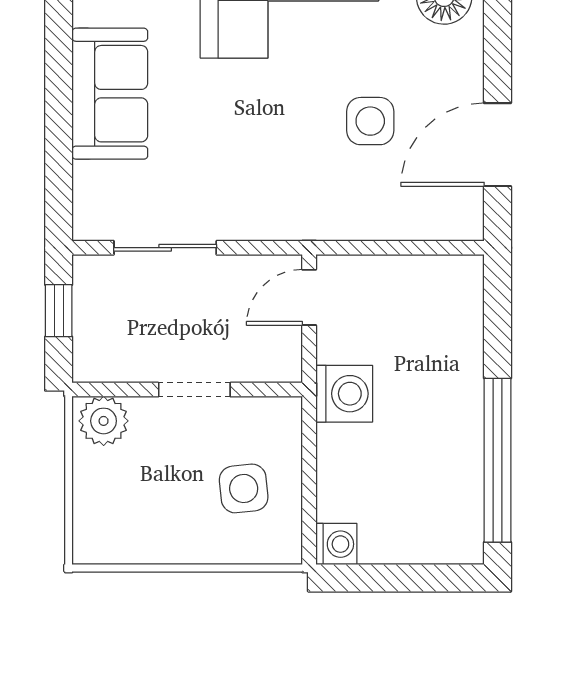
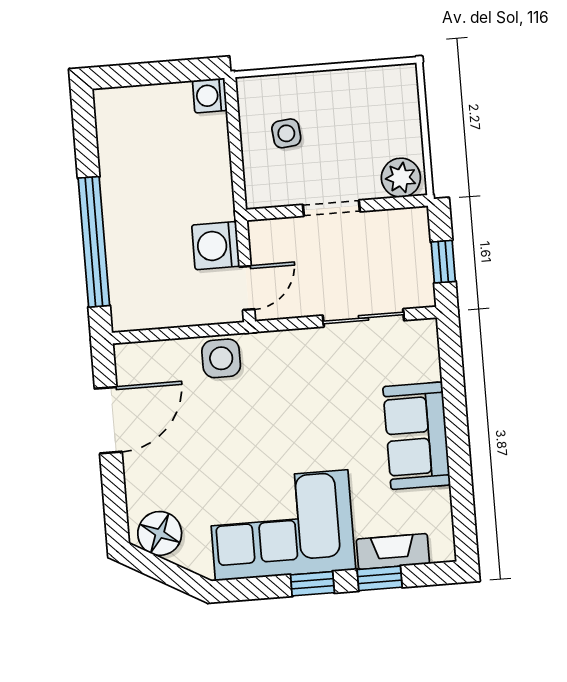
side table: (370, 121) -> (221, 358), moved
washing machine: (344, 394) -> (216, 246), moved
window: (498, 460) -> (94, 242), moved
side table: (244, 488) -> (286, 133), width x0.73, depth x0.73

